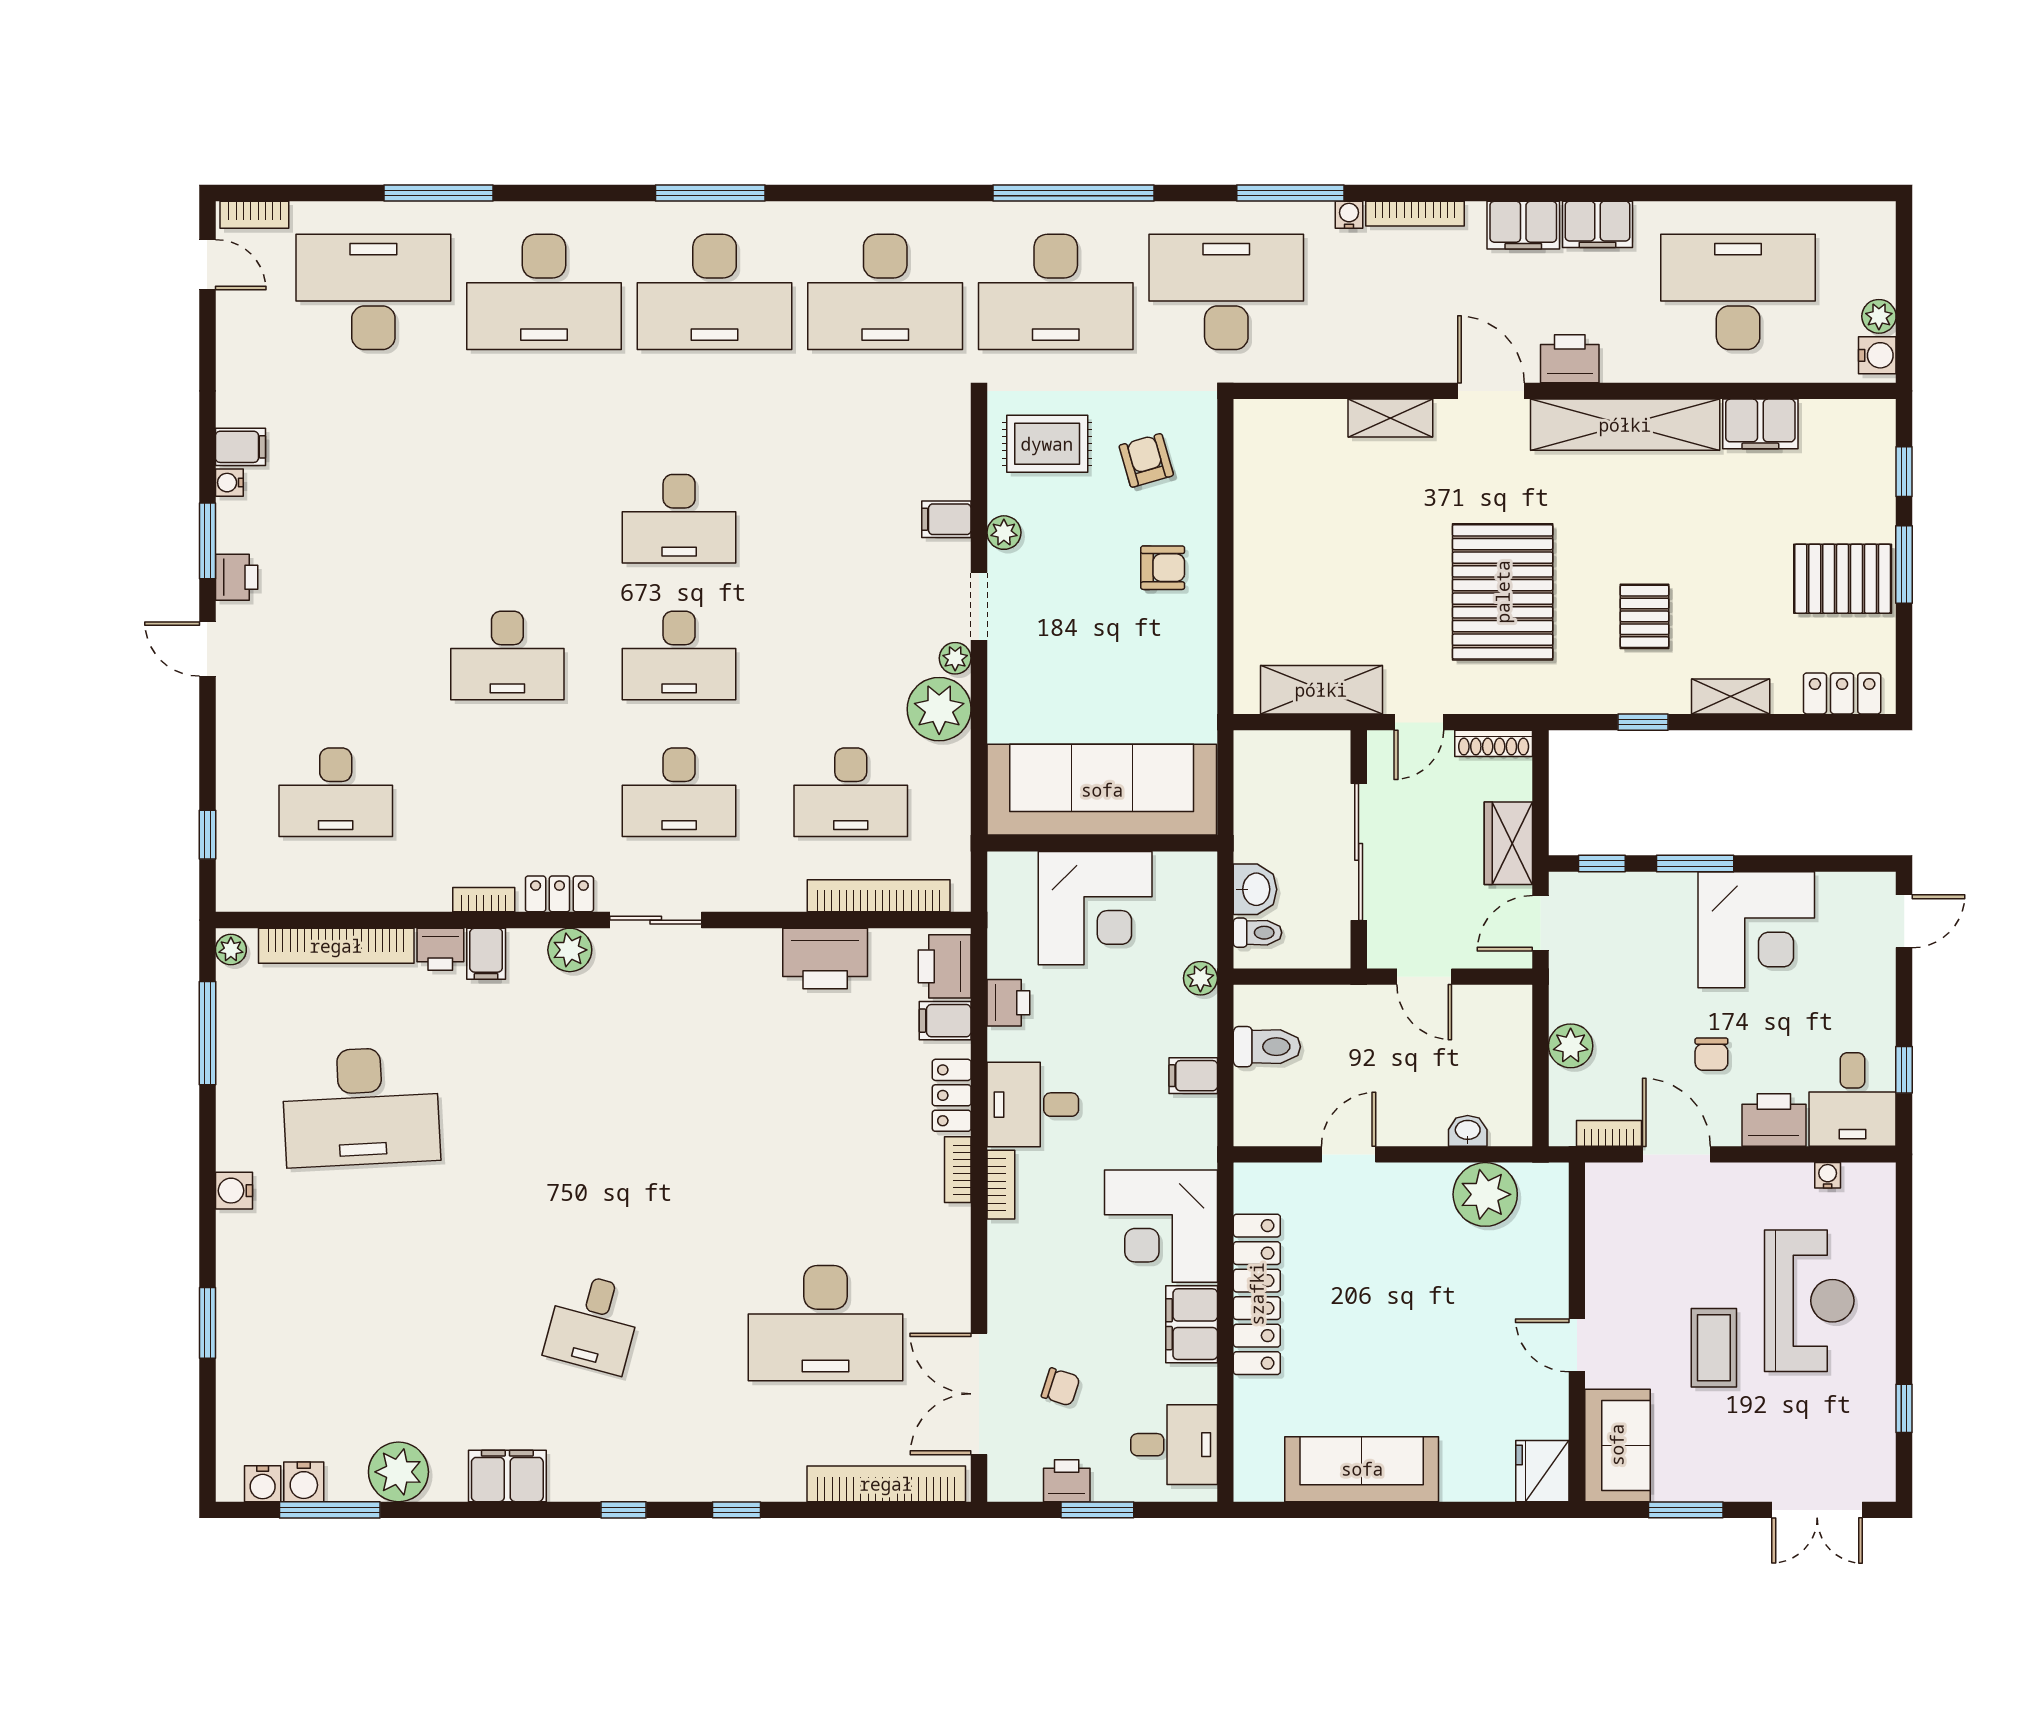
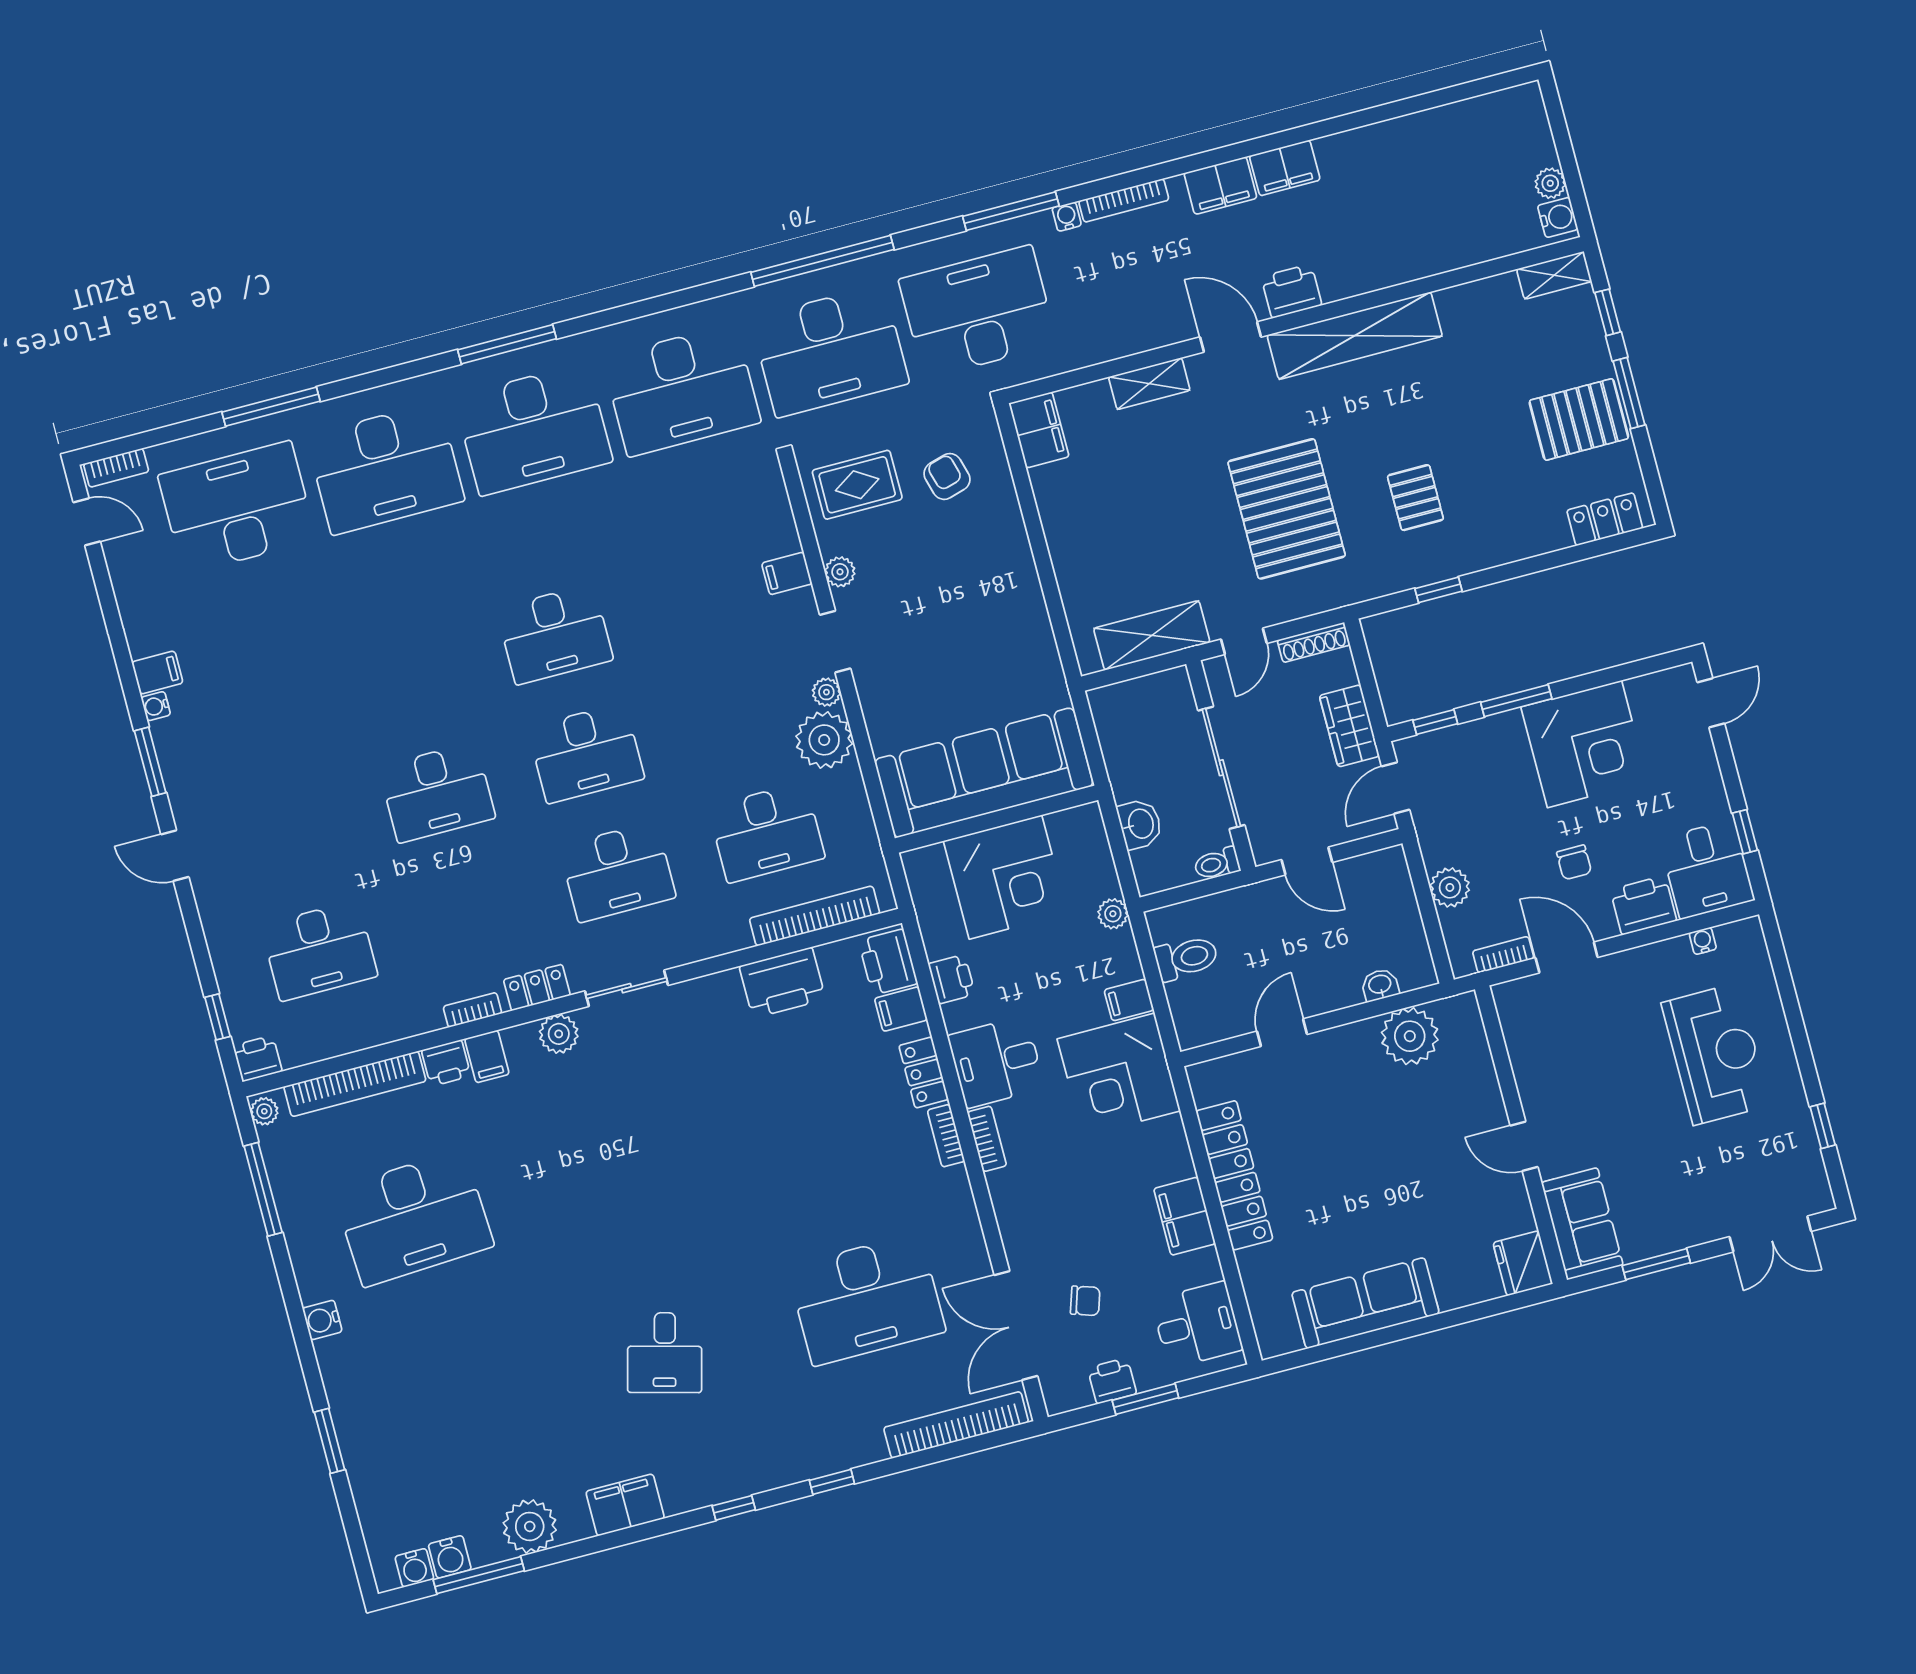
desk: (1738, 292) -> (1422, 194), removed
filing cabinet: (1760, 424) -> (1039, 430), moved, turned -90
armchair: (1163, 568) -> (986, 566), removed
printer: (237, 577) -> (258, 1059), moved, turned -90
shelving: (1731, 697) -> (1554, 275), moved
toilet: (1257, 933) -> (1217, 864), moved, turned 180
corner desk: (1161, 1226) -> (1119, 1075), moved
coffee table: (1714, 1348) -> (1644, 1117), removed

